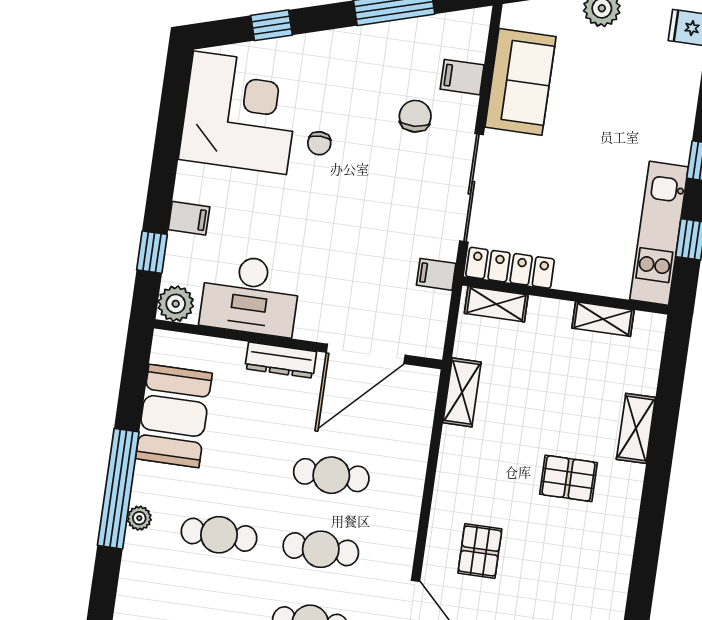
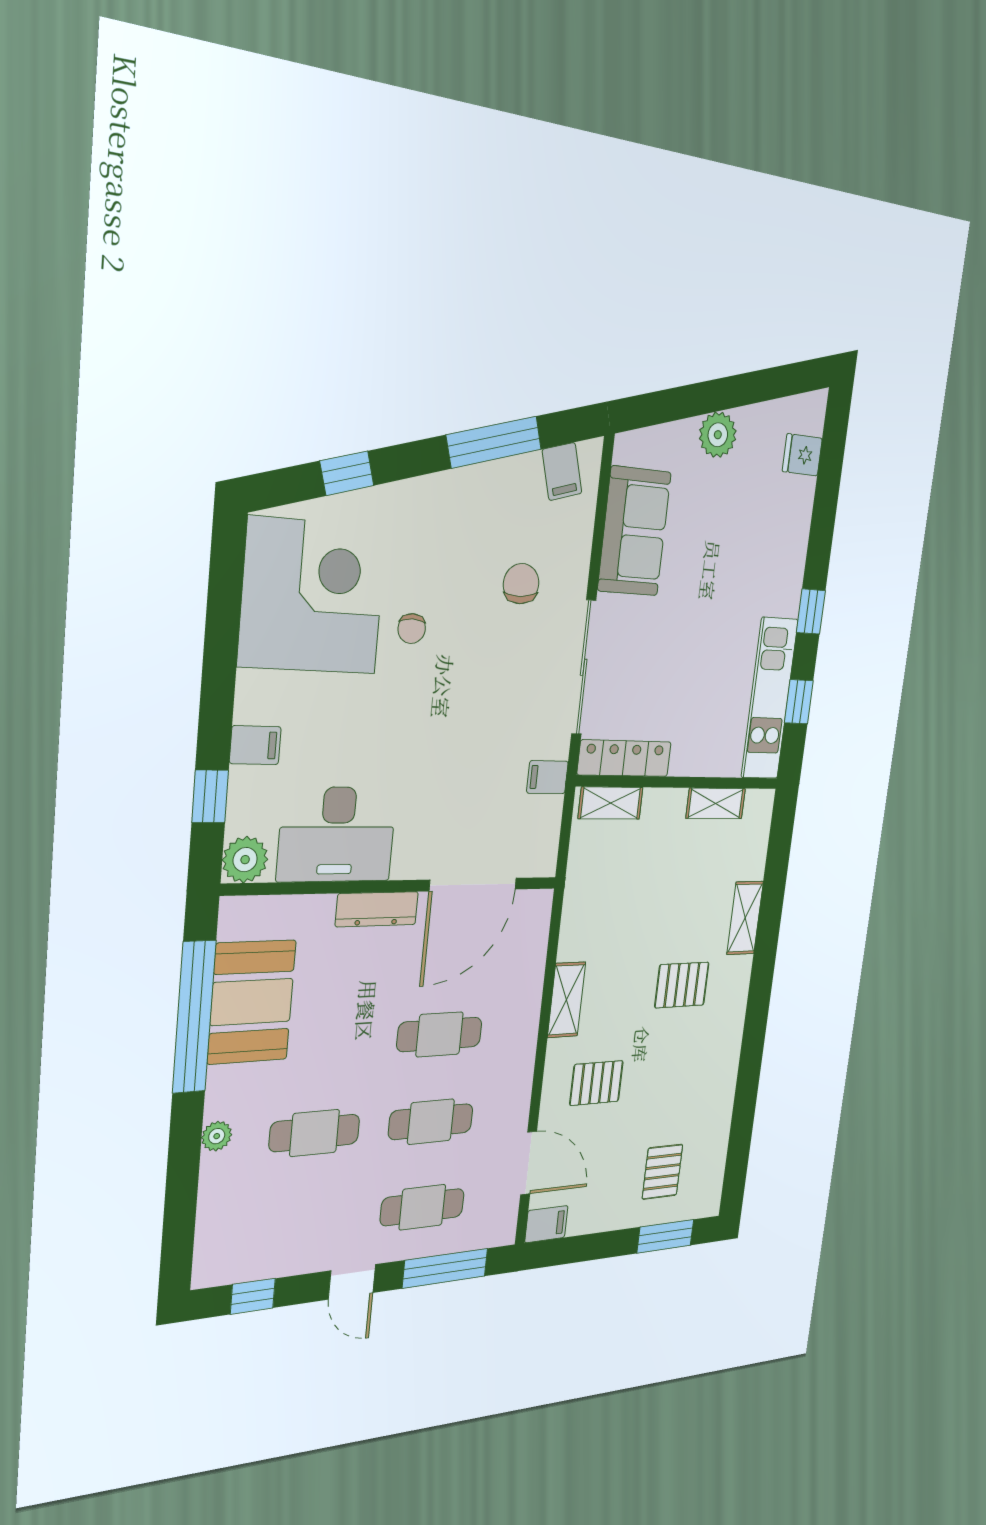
filing cabinet: (462, 77) -> (562, 472), moved, turned -106
shelving: (462, 392) -> (566, 1000), moved
window: (118, 489) -> (194, 1017), moved
pallet: (480, 551) -> (596, 1083), turned 90

